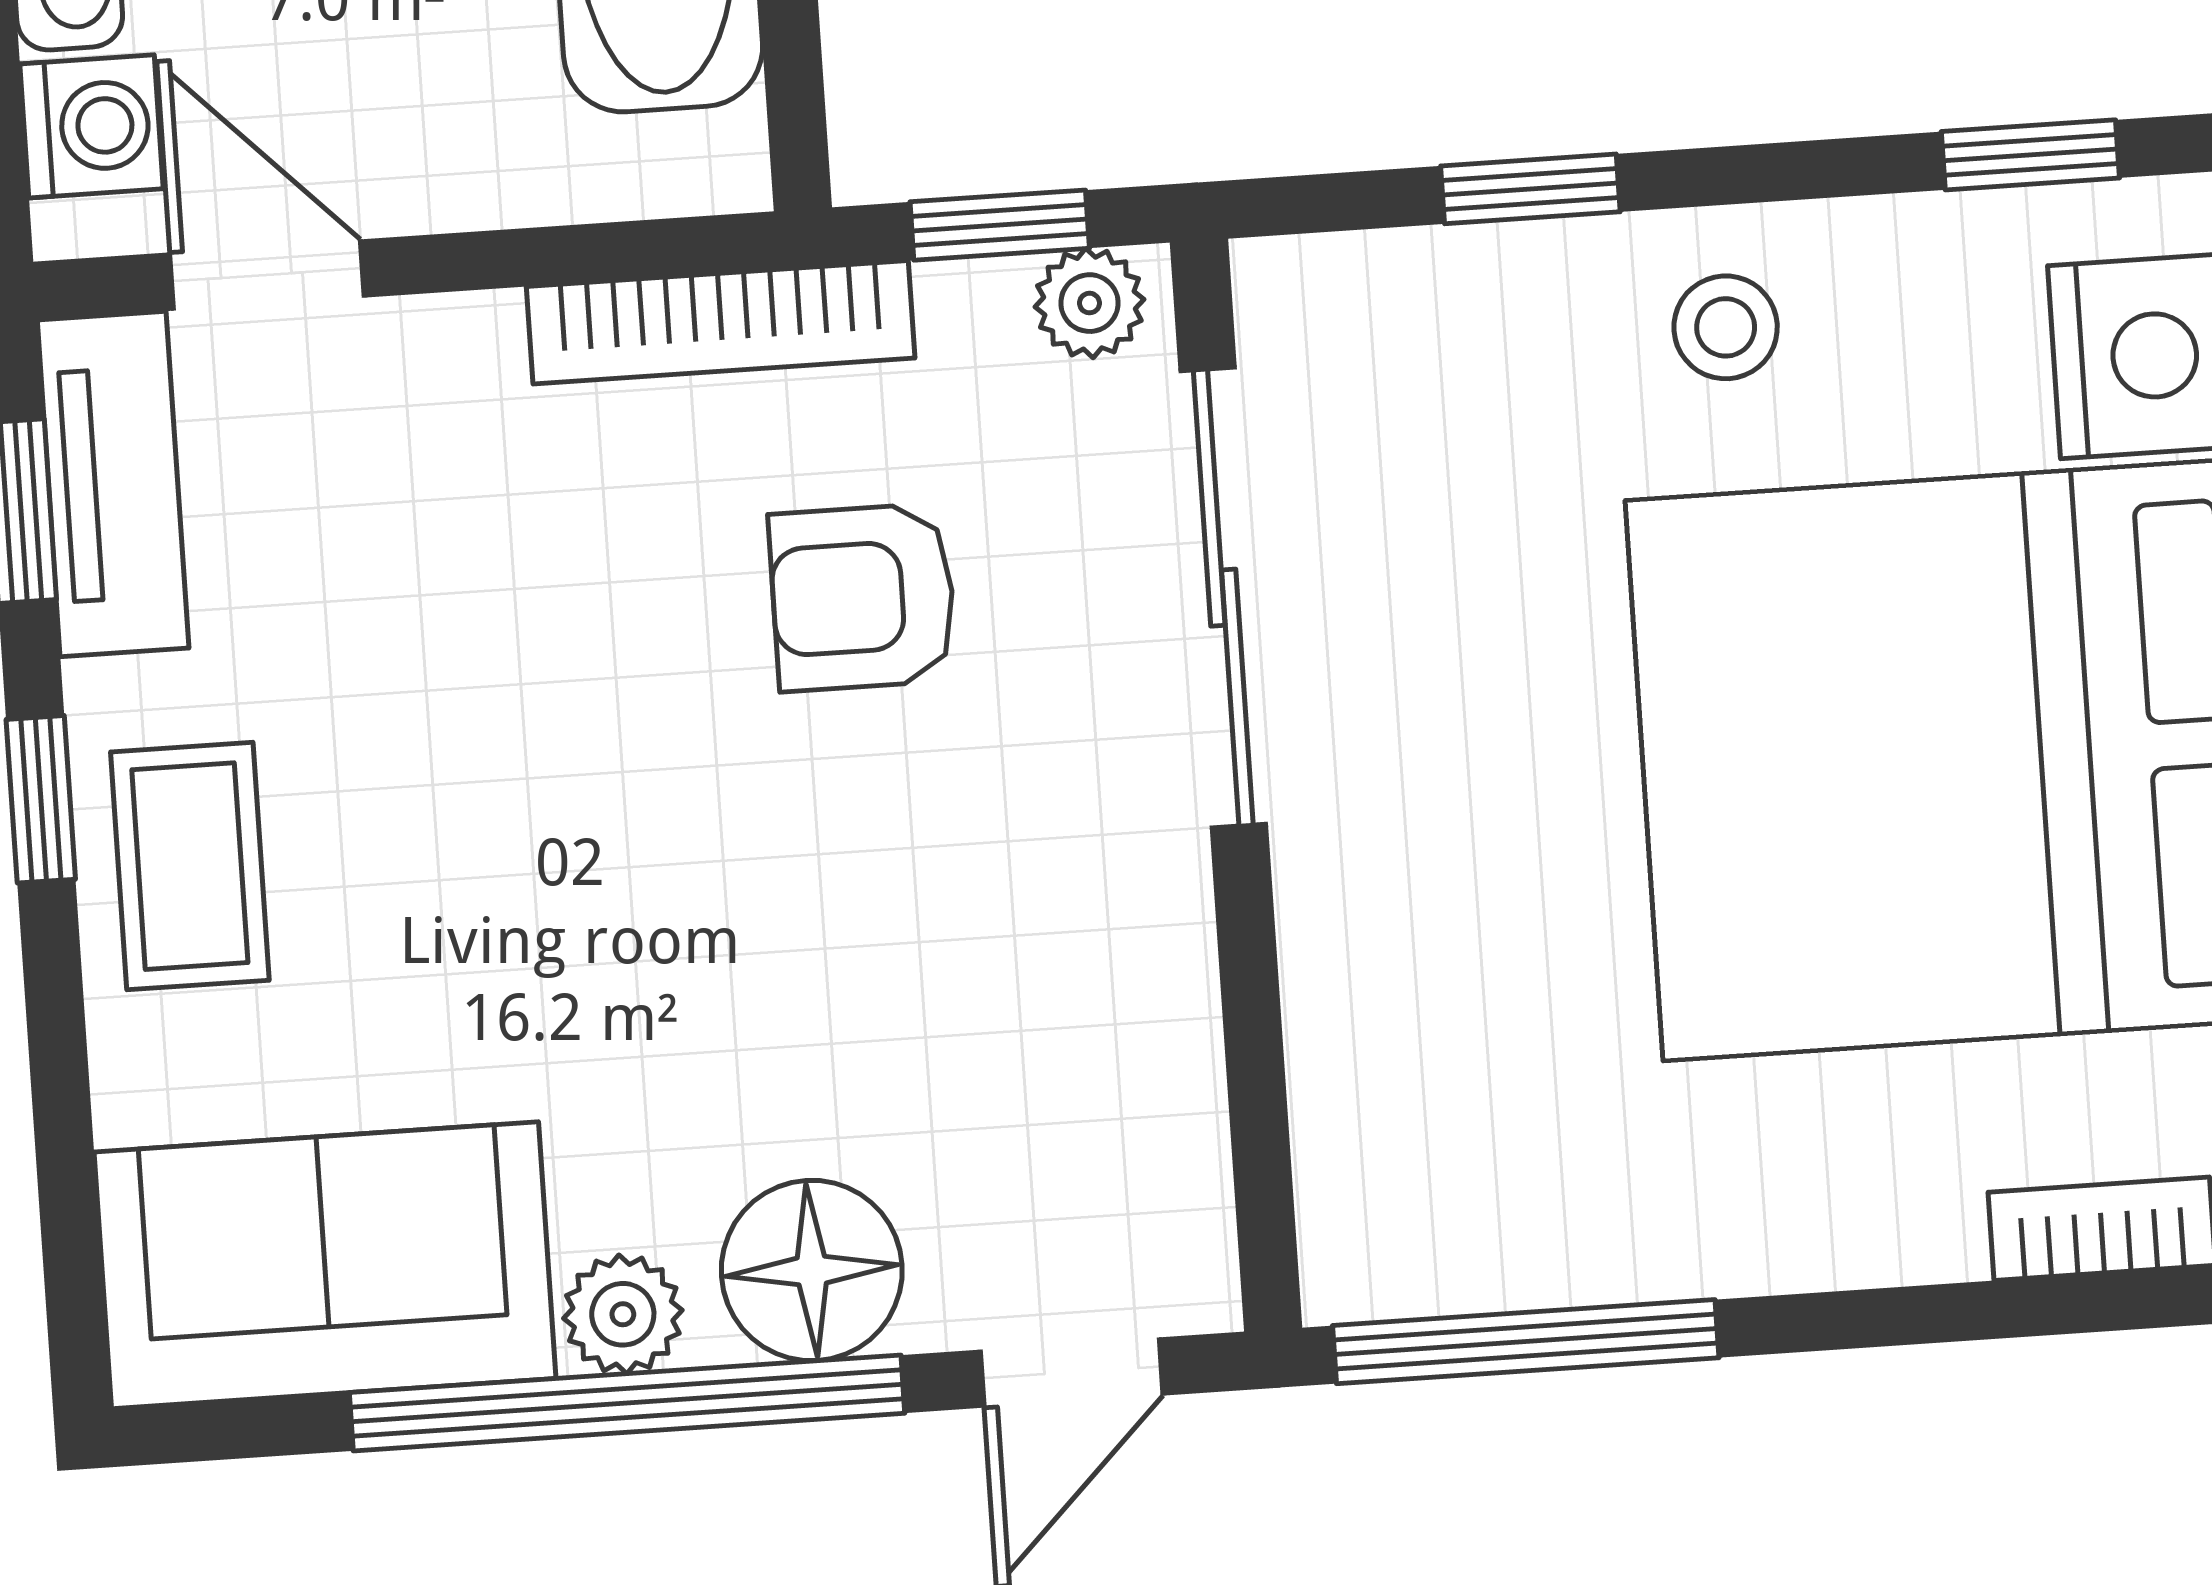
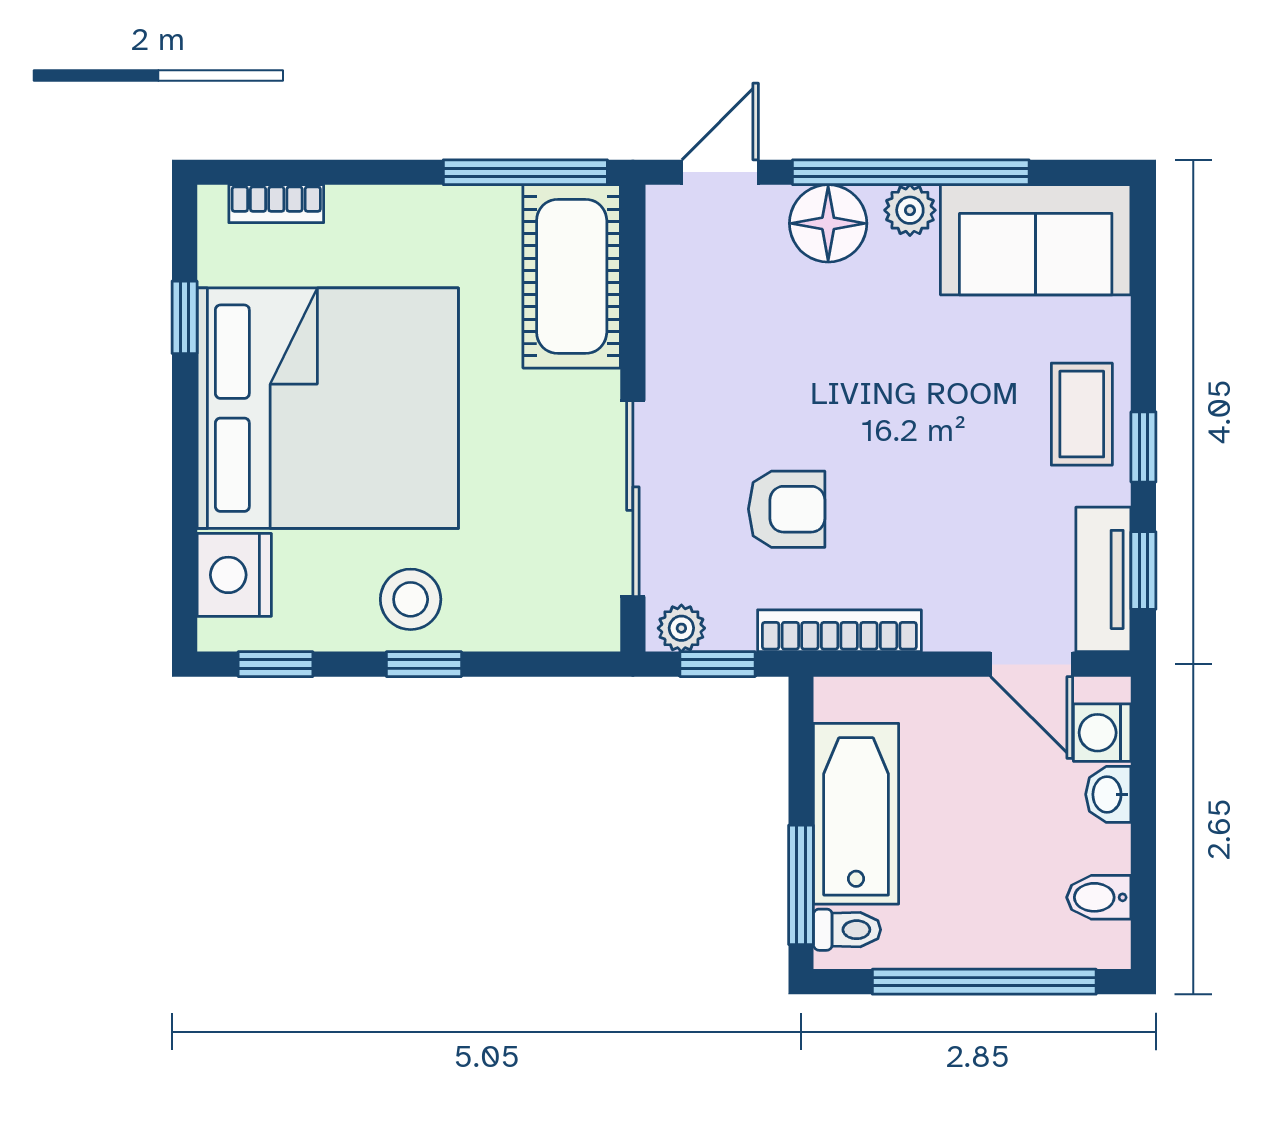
window: (1530, 189) -> (424, 664), moved
stool: (1726, 327) -> (411, 599), width x1.37, depth x1.37
cot: (1401, 1106) -> (572, 276), added

